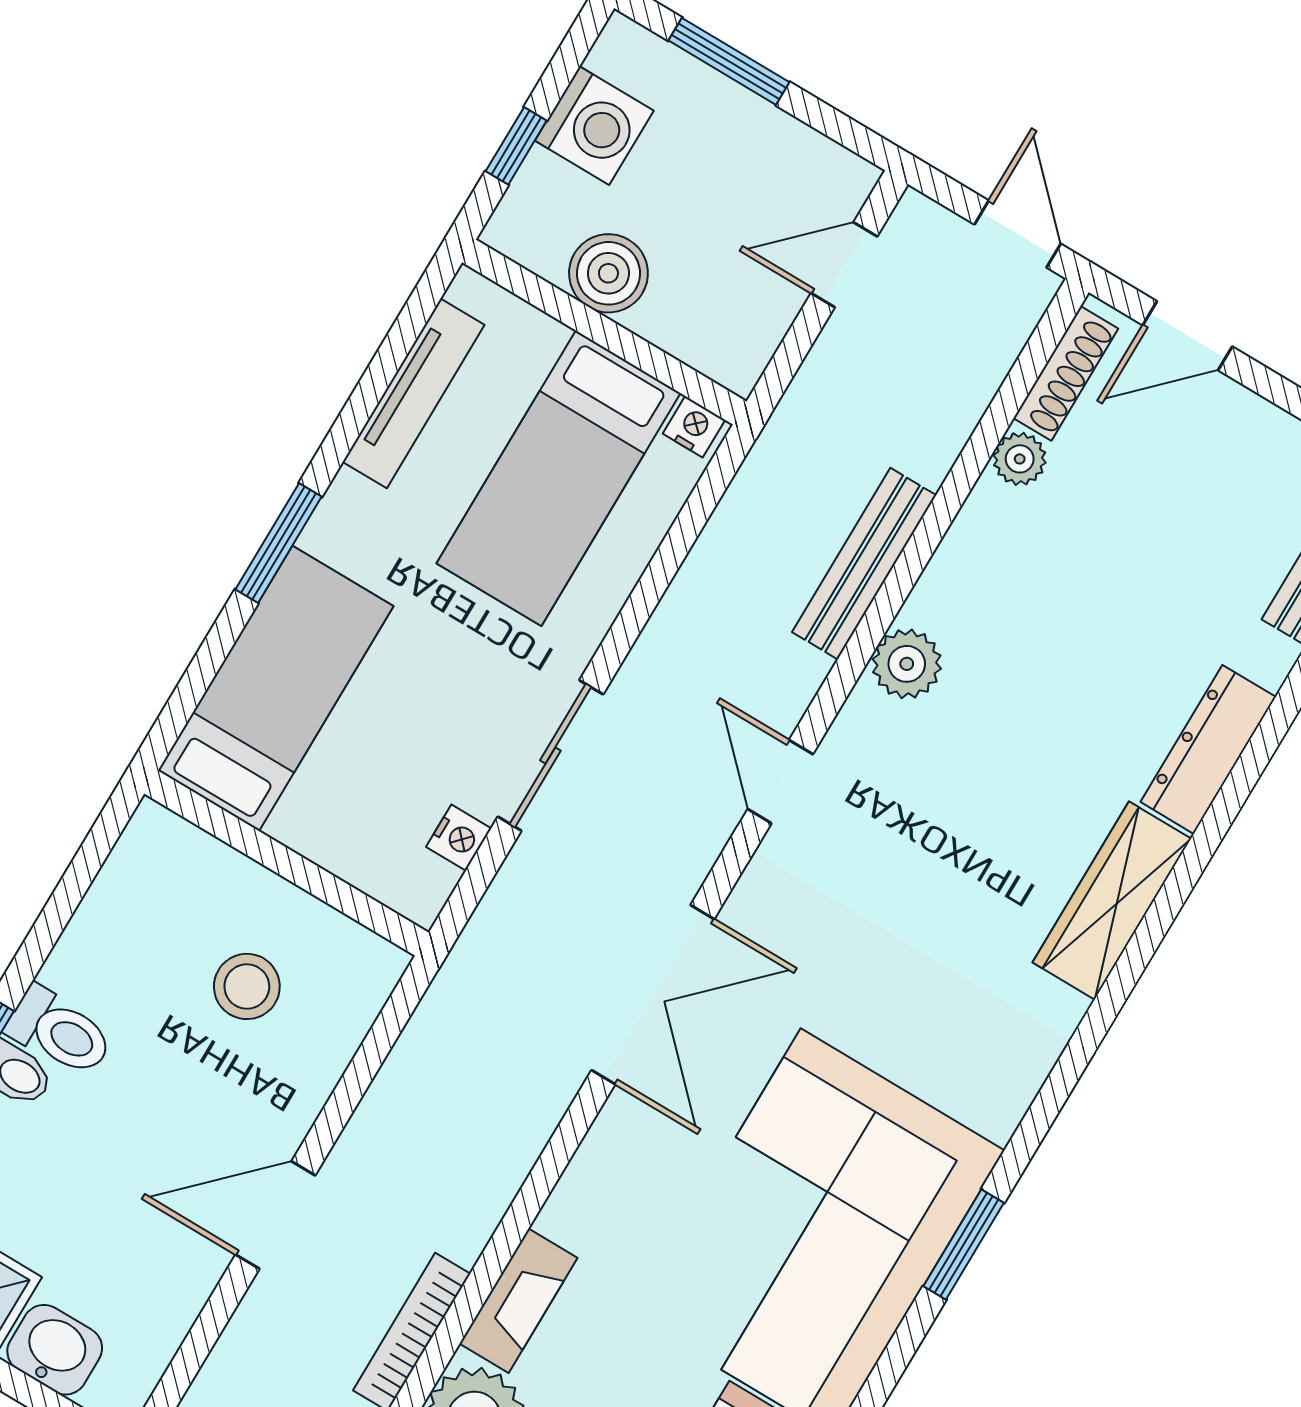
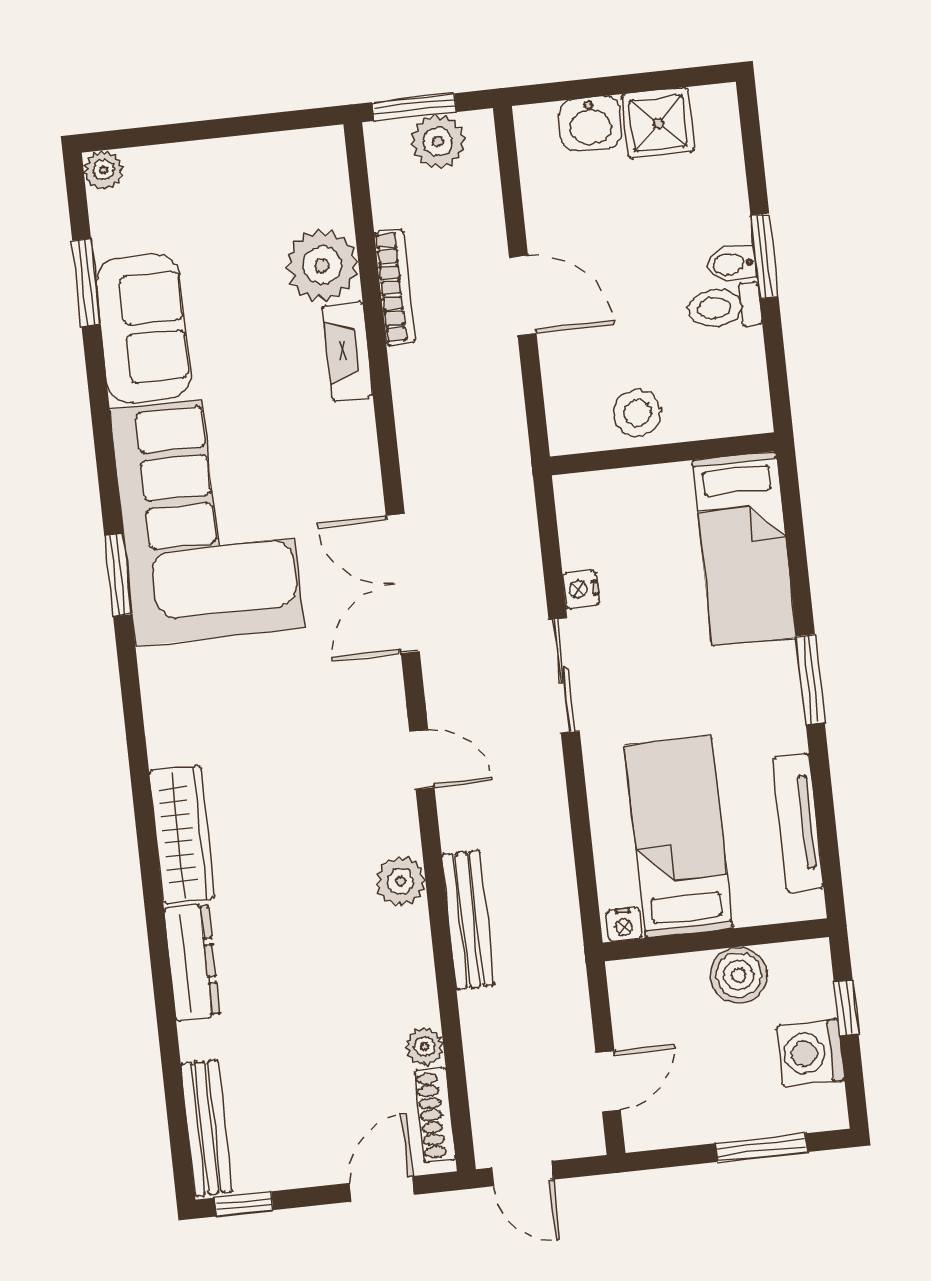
bed: (276, 688) -> (744, 549), moved
wall: (286, 863) -> (663, 454), moved
door: (275, 1215) -> (523, 295), hinge flipped

